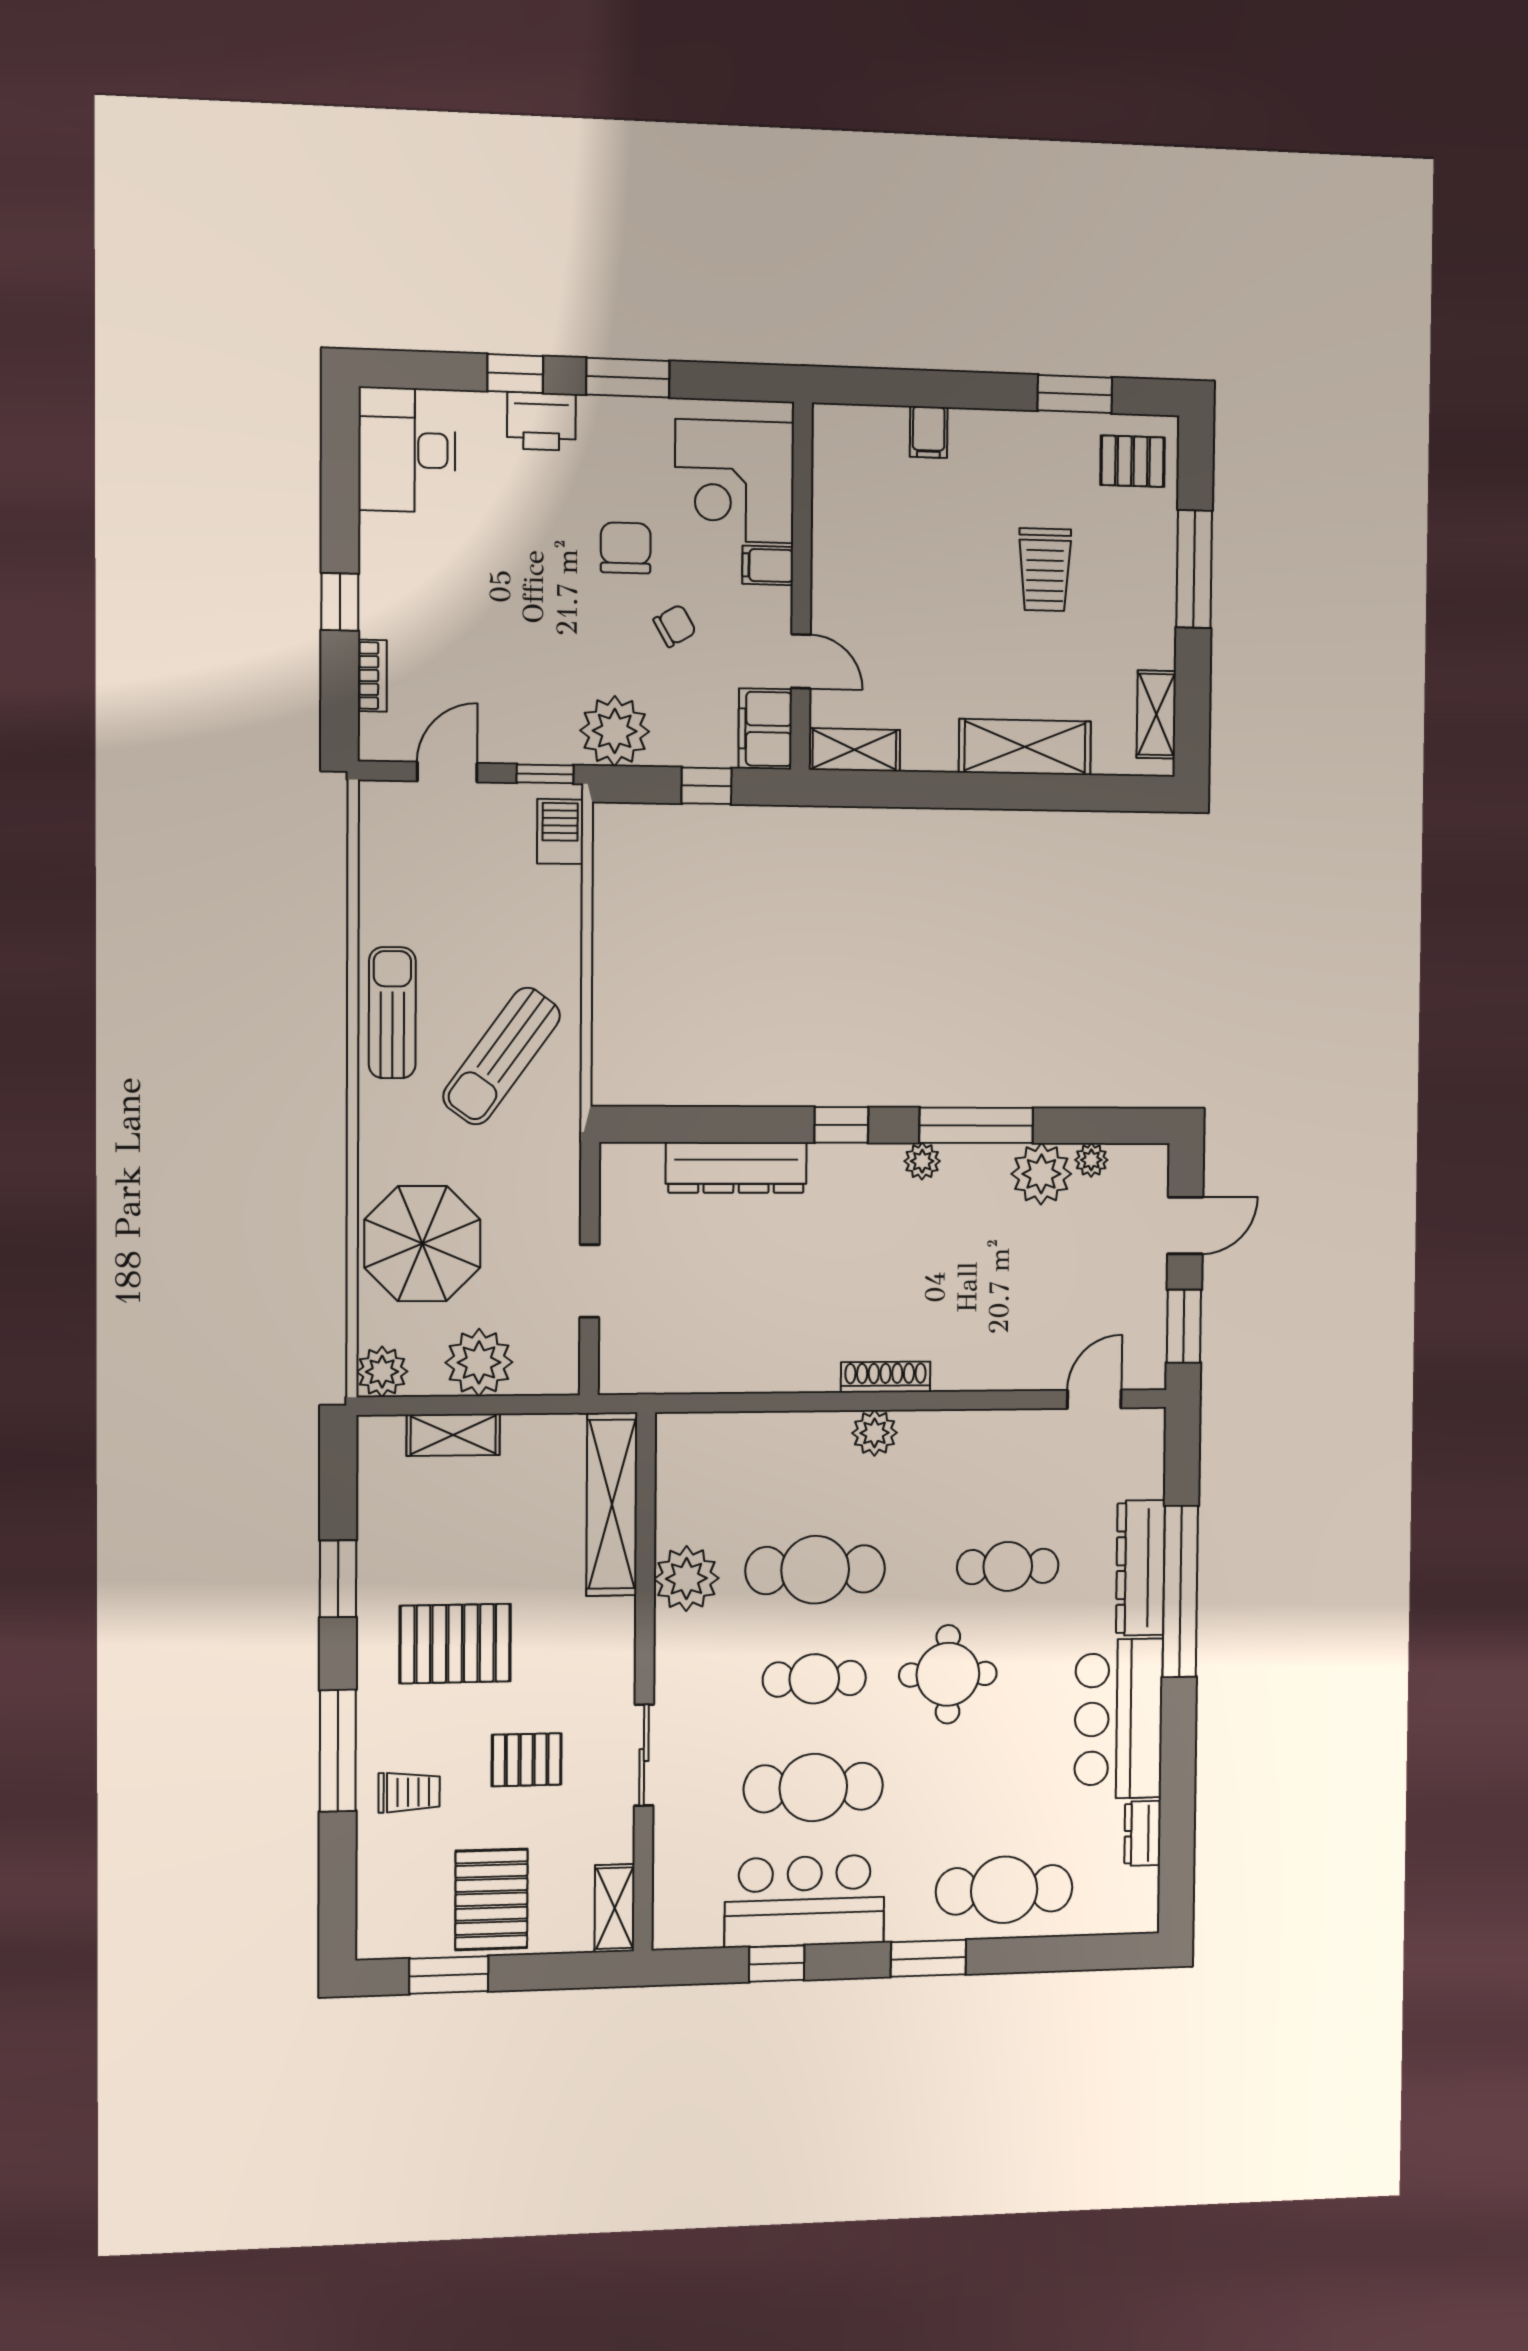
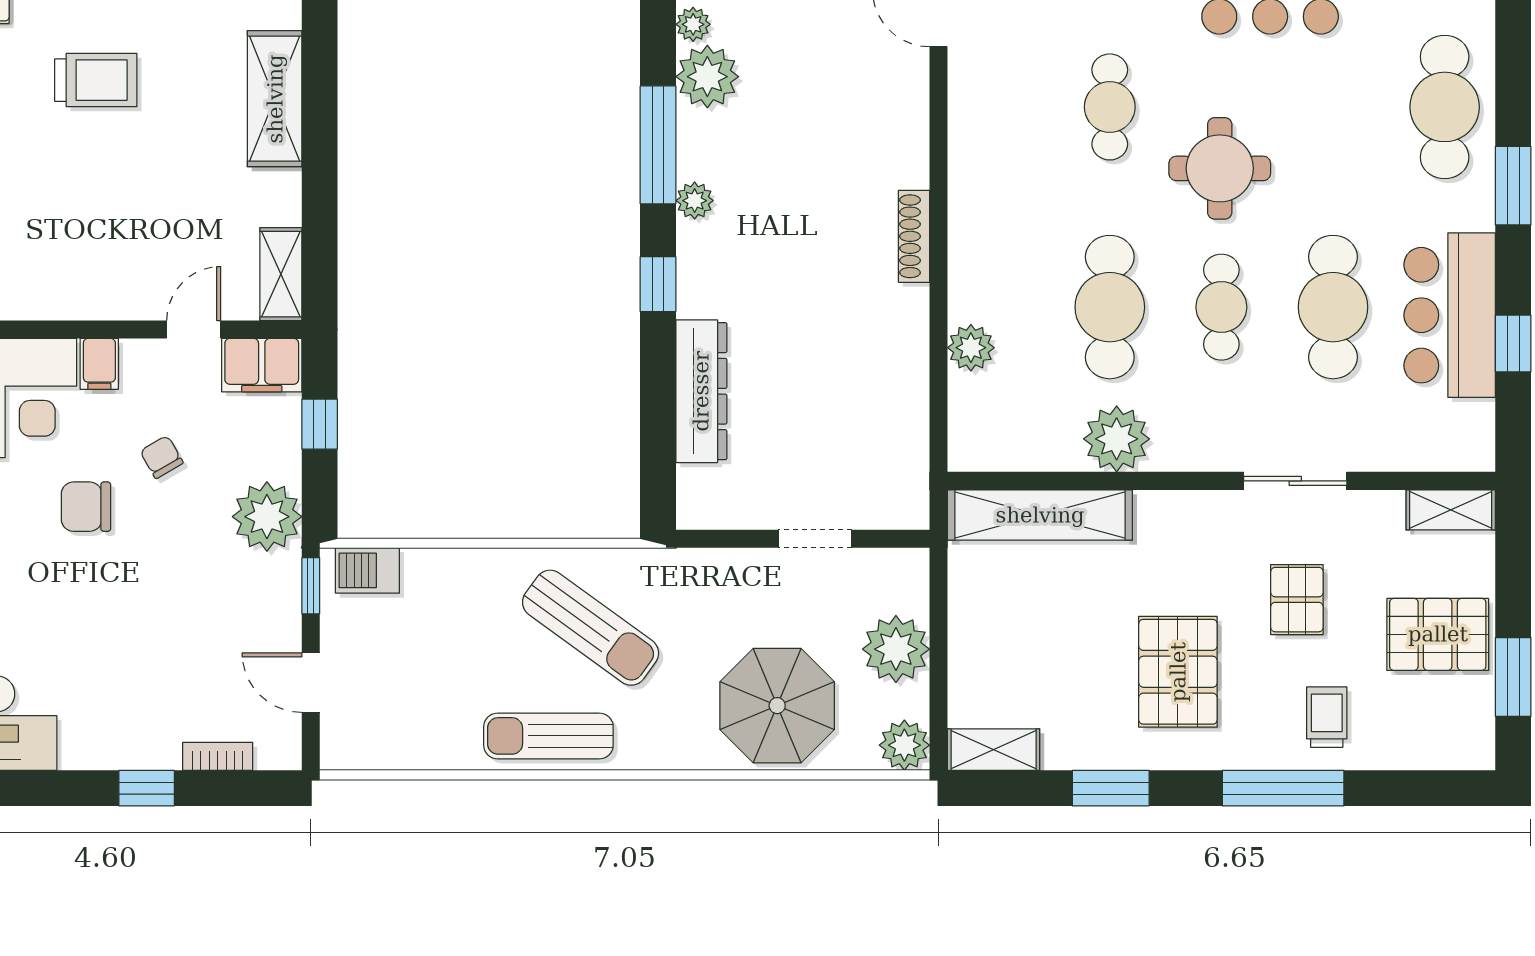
plant: (875, 1433) -> (971, 348), moved
shelving: (453, 1435) -> (994, 750), moved, turned 90

